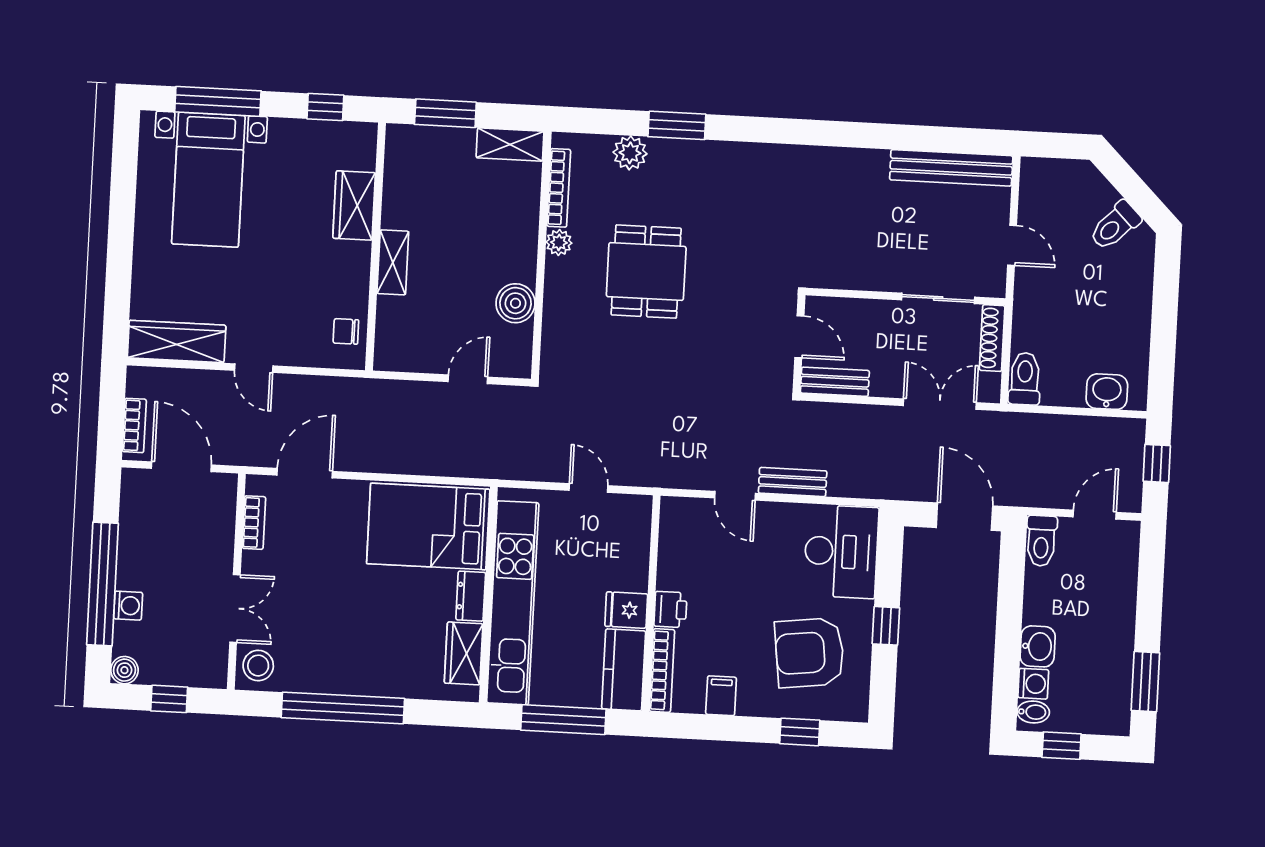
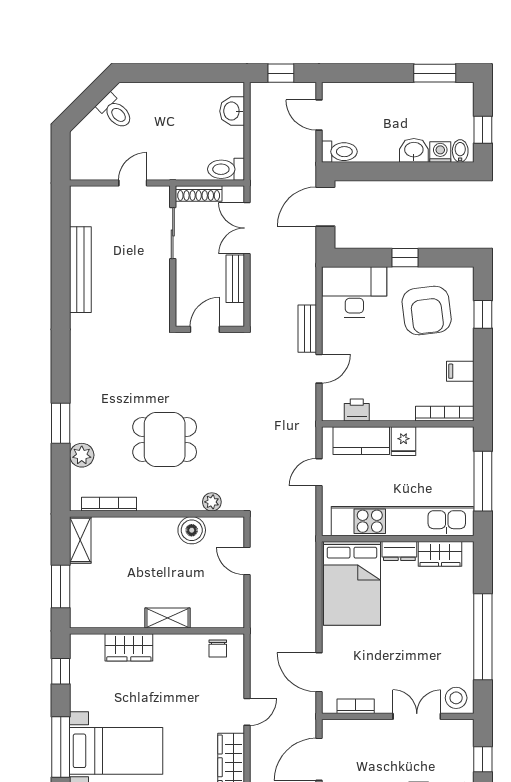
bench: (951, 168) -> (80, 270), moved
plant: (559, 242) -> (212, 502), moved
bench: (835, 382) -> (235, 279), moved
printer: (670, 609) -> (357, 410), moved
kitchen counter: (624, 670) -> (361, 441), moved

